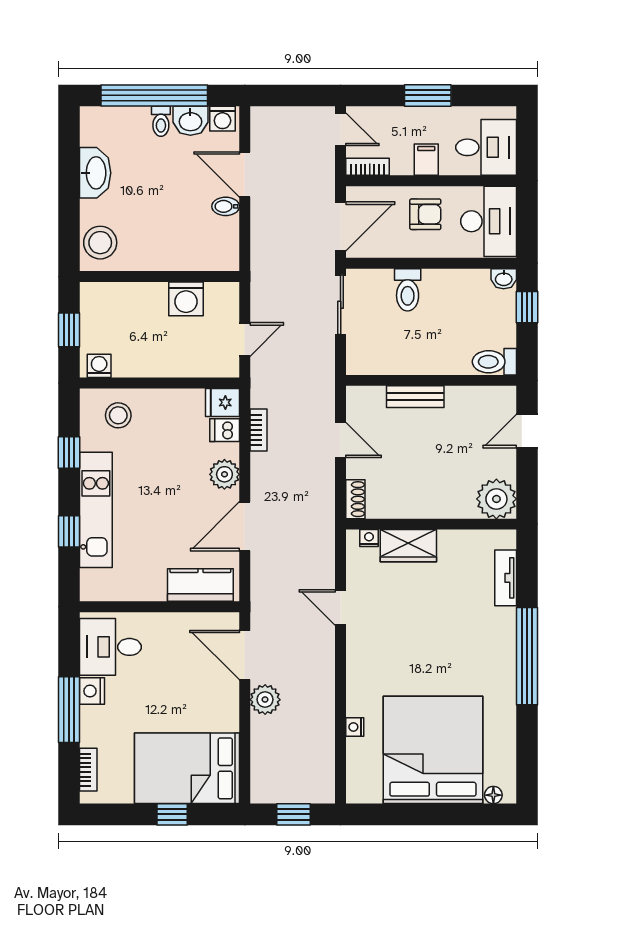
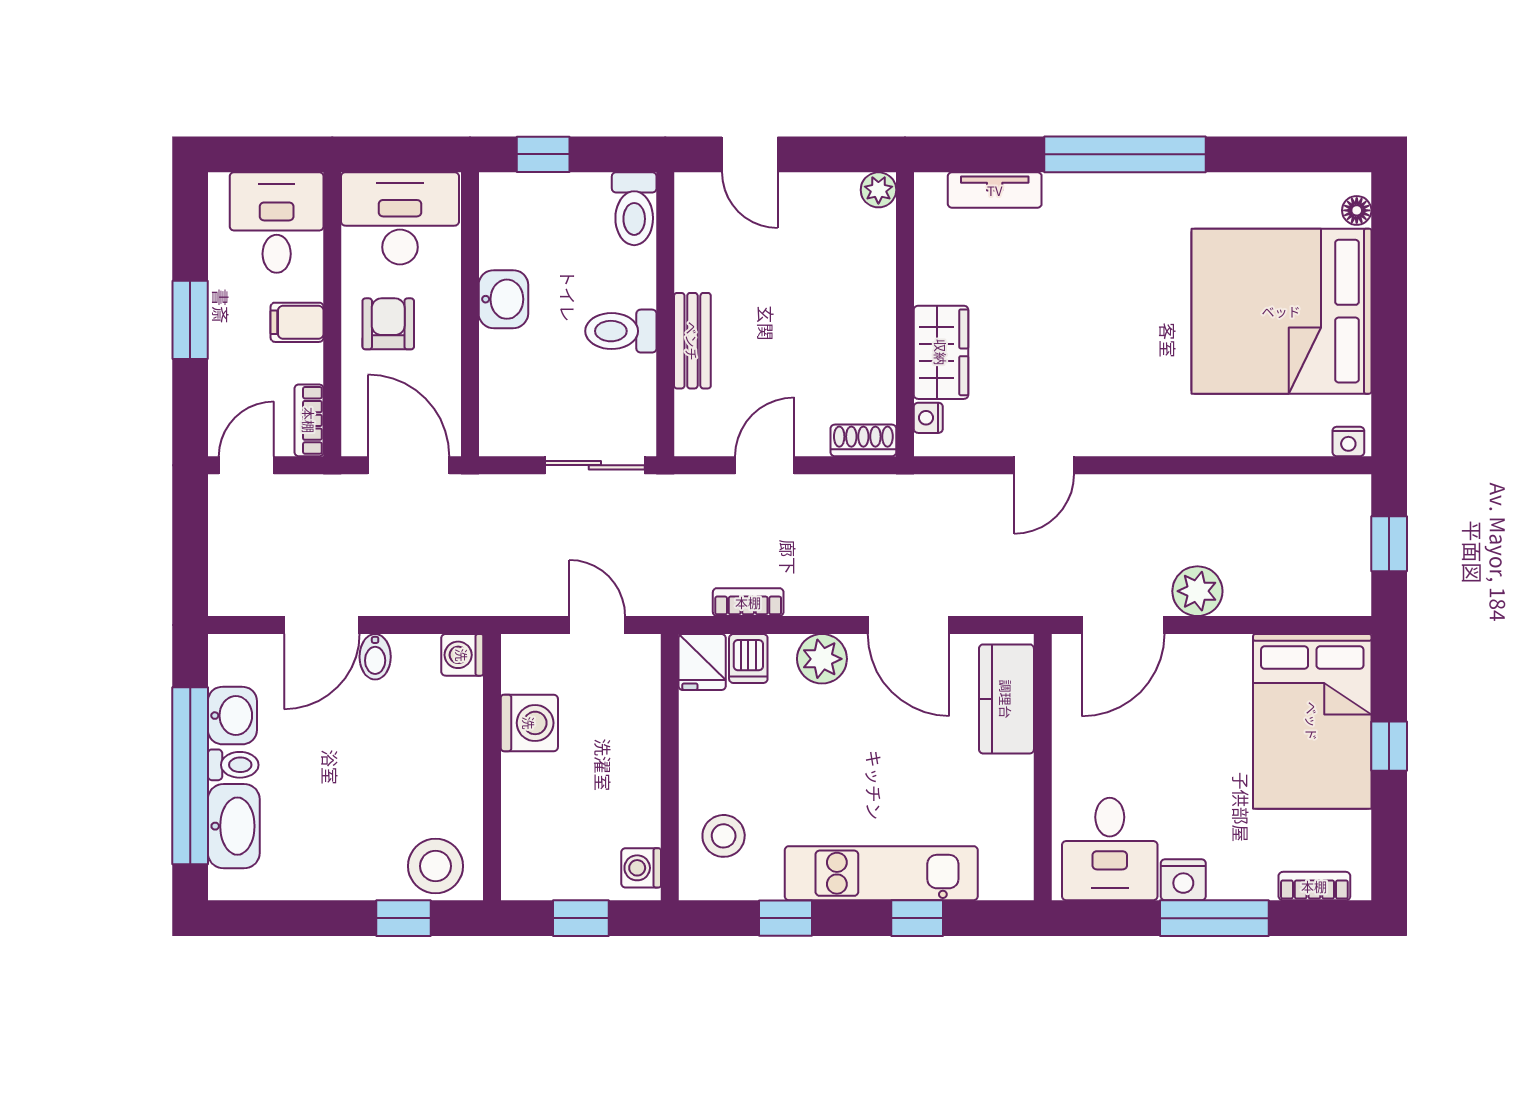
washing machine: (222, 119) -> (462, 655), moved, turned 180
washbasin: (95, 173) -> (234, 826), moved, turned 90
window: (69, 223) -> (404, 918), added
washbasin: (504, 279) -> (503, 299), moved, width x1.38, depth x1.45
toilet: (408, 290) -> (621, 331), moved, turned 180
sliding door: (341, 305) -> (595, 465), moved
plant: (496, 499) -> (878, 190), width x0.53, depth x0.53
nightstand: (355, 727) -> (1348, 441), moved

